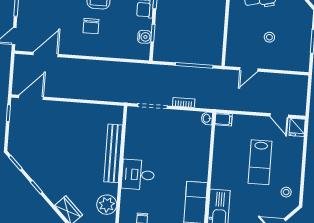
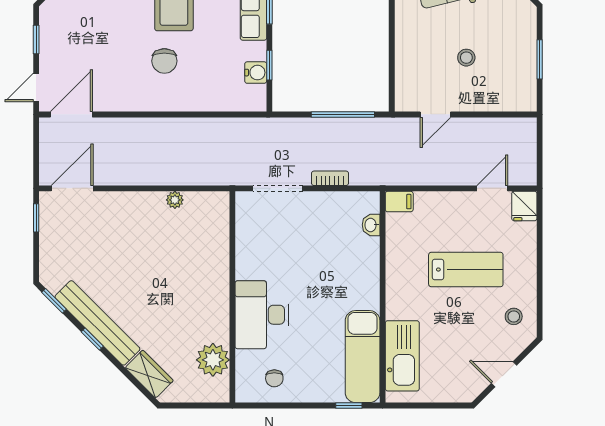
door: (46, 55) -> (71, 114), moved
plant: (91, 109) -> (175, 200), added
door: (279, 116) -> (492, 188), swing flipped
washbasin: (207, 118) -> (371, 225), moved
bench: (113, 153) -> (97, 323), moved, turned -45
lab bench: (260, 162) -> (466, 270), turned -90
desk: (138, 175) -> (262, 315), width x1.37

